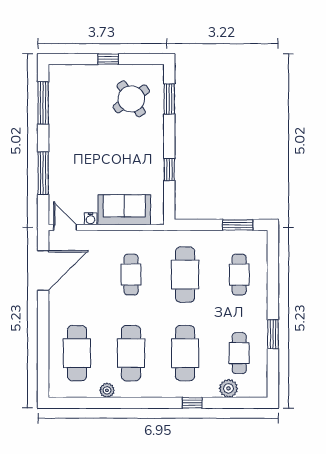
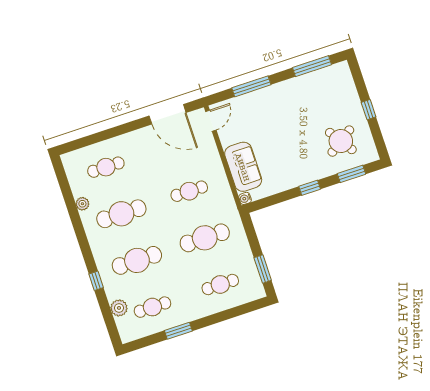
window: (169, 170) -> (310, 188), moved
water cooler: (91, 219) -> (245, 198), moved
cafe table: (77, 353) -> (106, 167), width x0.73, depth x0.74

